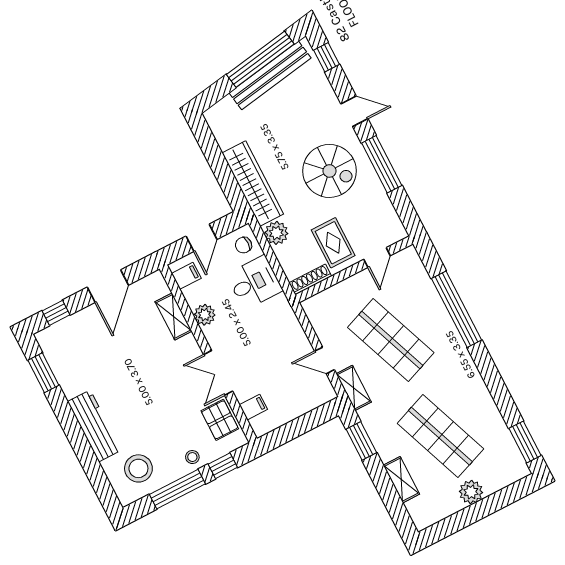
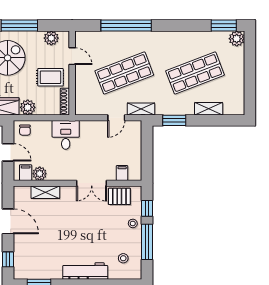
plant: (387, 216) -> (51, 38), added
desk: (255, 282) -> (66, 135), moved
plant: (205, 315) -> (40, 174), moved
stool: (138, 468) -> (123, 258), width x0.53, depth x0.53
plant: (471, 492) -> (237, 39), moved

